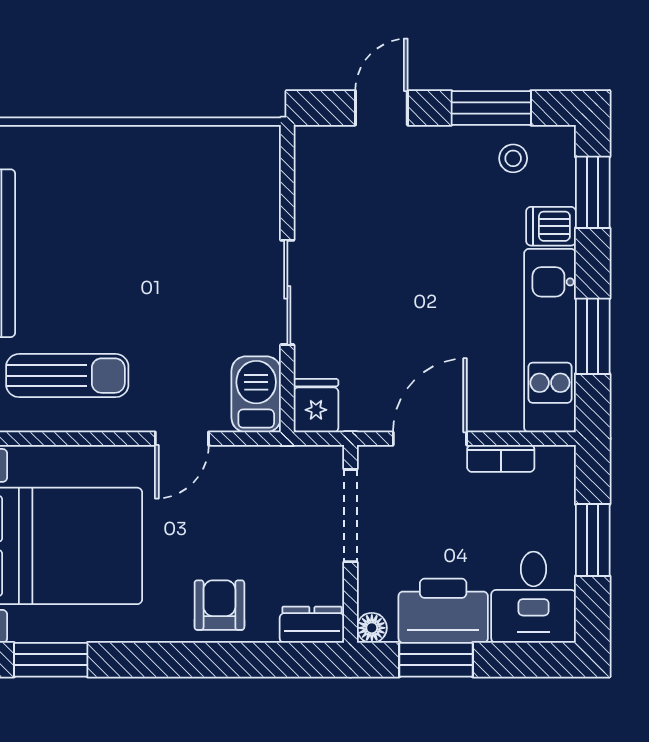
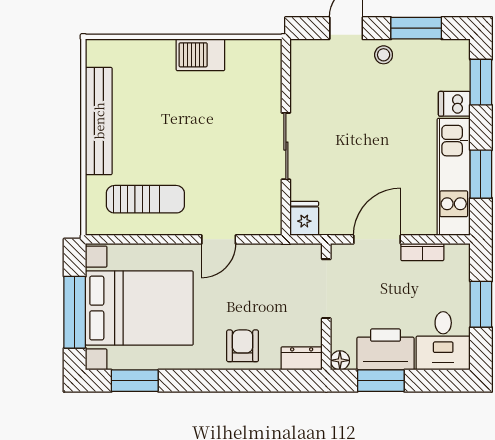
stool: (513, 158) -> (384, 55), moved
barbecue: (256, 394) -> (200, 55), moved, turned -90

